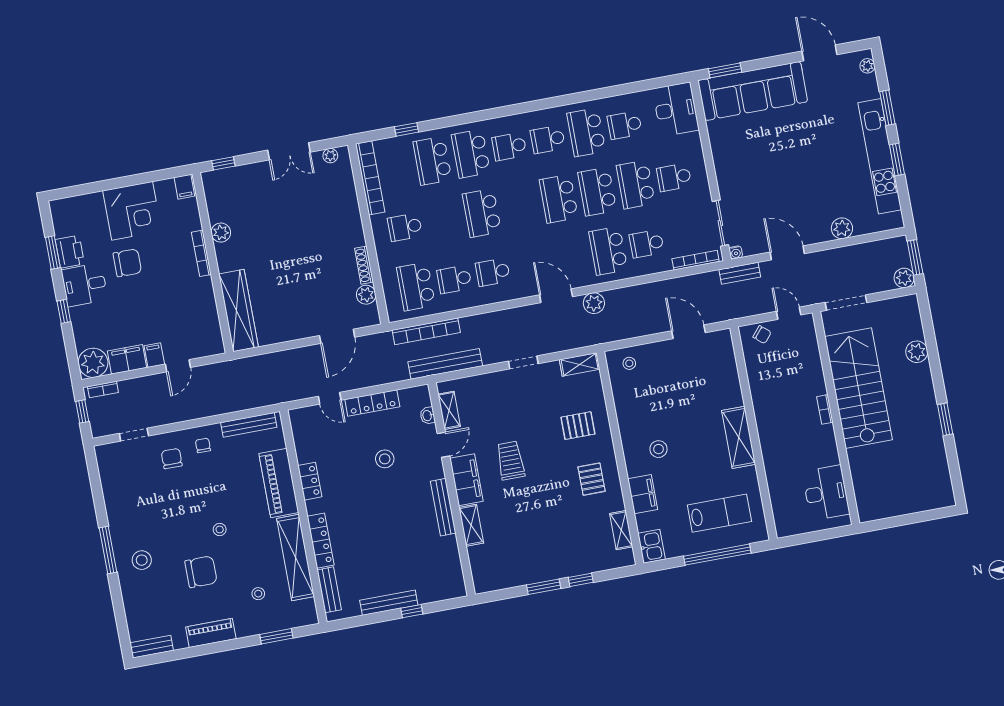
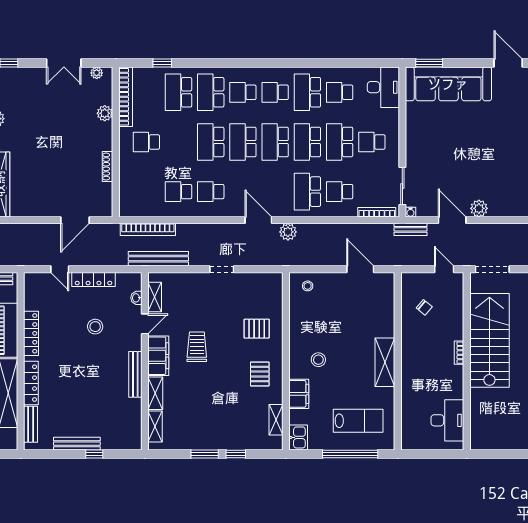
plant: (842, 228) -> (479, 208), moved
school desk: (416, 286) -> (243, 142), moved
plant: (366, 295) -> (105, 113), moved
chair: (762, 335) -> (424, 307), moved
shelving: (580, 364) -> (155, 426), moved, turned 90
locker: (310, 481) -> (31, 333), width x1.53

